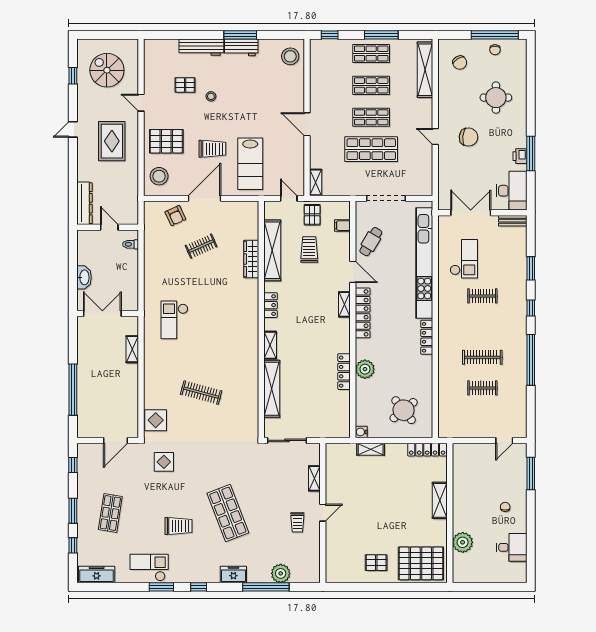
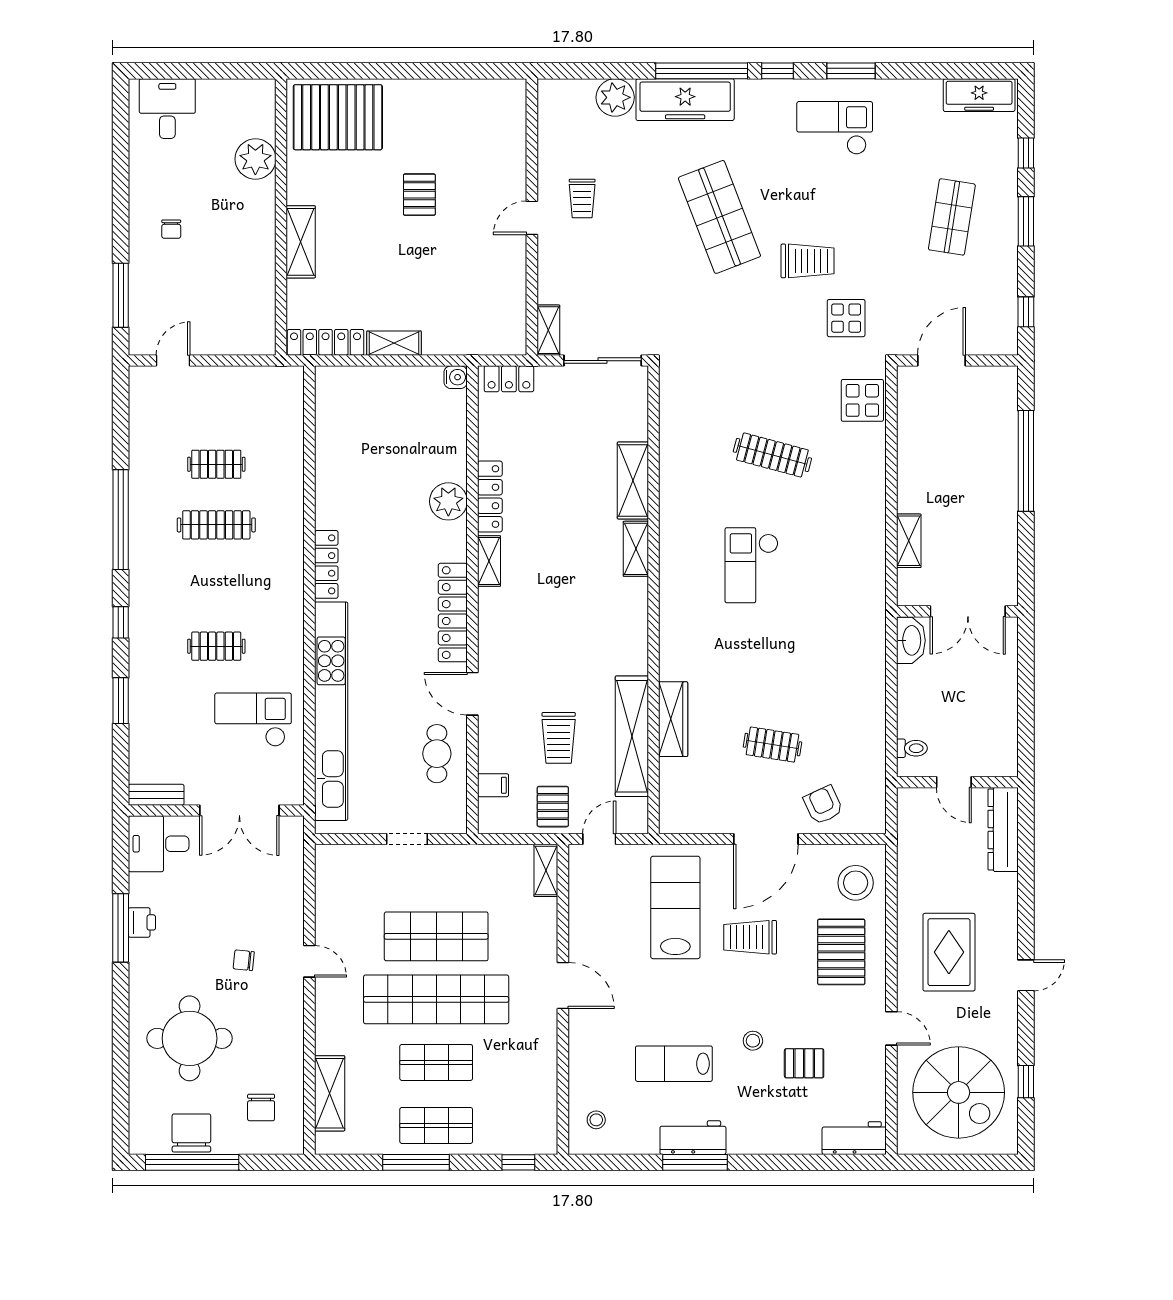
workbench: (201, 47) -> (854, 1138), moved, width x0.73
chair: (495, 50) -> (191, 1133), width x1.87, depth x1.87
stool: (290, 56) -> (596, 1120), width x0.53, depth x0.53
chair: (460, 63) -> (261, 1108), turned -148
spiral stairs: (107, 70) -> (959, 1092), width x1.37, depth x1.37
shelving: (425, 70) -> (330, 1093), width x0.68
lab bench: (251, 85) -> (674, 1064), added
round table: (496, 98) -> (190, 1038), width x1.36, depth x1.36
shop shelf: (371, 117) -> (436, 999), width x2.00, depth x1.36
chair: (469, 137) -> (244, 960), width x0.54, depth x0.54
pallet: (166, 141) -> (841, 952), turned 90
desk: (512, 191) -> (159, 844), width x0.73
door: (289, 198) -> (599, 839), swing flipped
doorway: (386, 198) -> (407, 839), width x0.53
cafe table: (371, 242) -> (437, 754), turned -31
clothes rail: (201, 246) -> (772, 745), turned 33
checkout: (464, 259) -> (253, 720), turned 90
washbasin: (84, 277) -> (911, 640), moved, turned 180
shelving: (344, 304) -> (489, 561), moved
locker: (271, 305) -> (509, 379), moved, turned -90
checkout: (174, 320) -> (751, 565), moved, turned 180
shelving: (272, 389) -> (633, 480), width x0.68
round table: (404, 410) -> (372, 420), removed
shelving: (371, 449) -> (394, 343), moved
shelving: (314, 478) -> (548, 330), moved
trolley: (297, 522) -> (582, 198), turned 180
trolley: (178, 526) -> (808, 261), moved, turned 180
desk: (512, 547) -> (167, 109), moved, turned 90
pallet: (376, 563) -> (419, 195), moved, turned 90
checkout: (149, 568) -> (835, 128), moved, turned 180
freezer: (233, 575) -> (685, 100), width x1.91, depth x1.26
window: (266, 587) -> (702, 71), moved

